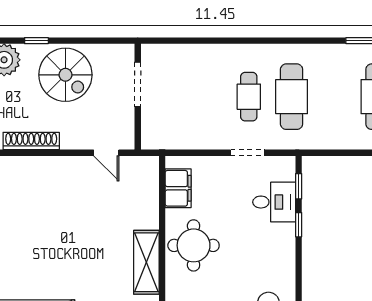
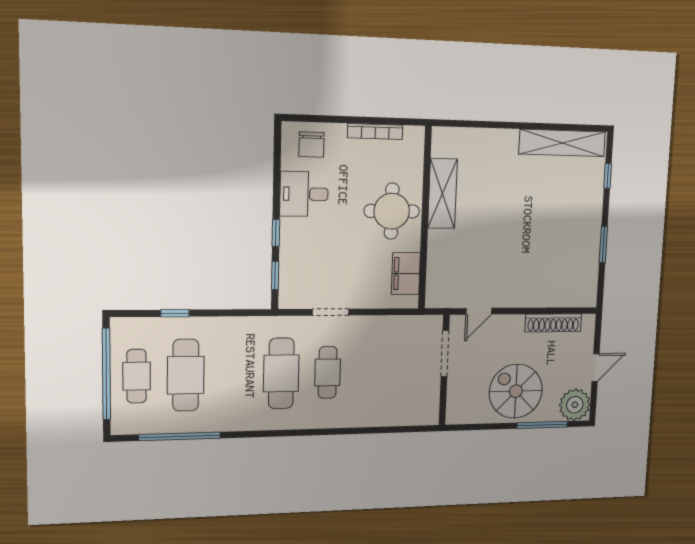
window: (36, 41) -> (542, 425), width x2.17
doorway: (138, 84) -> (445, 353), moved
door: (106, 153) -> (479, 311), swing flipped
desk: (274, 202) -> (304, 194), moved

